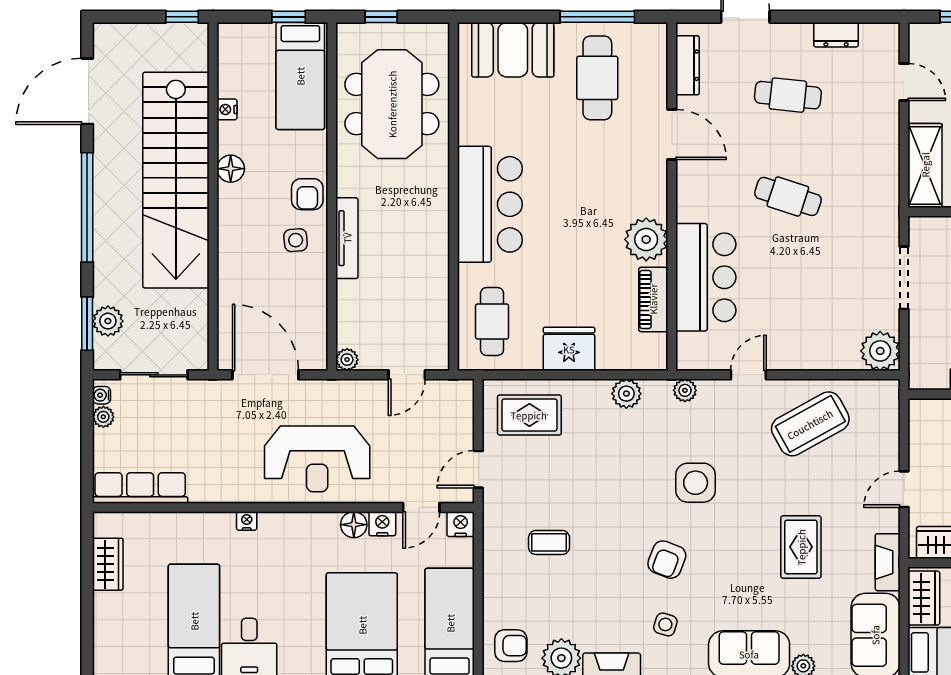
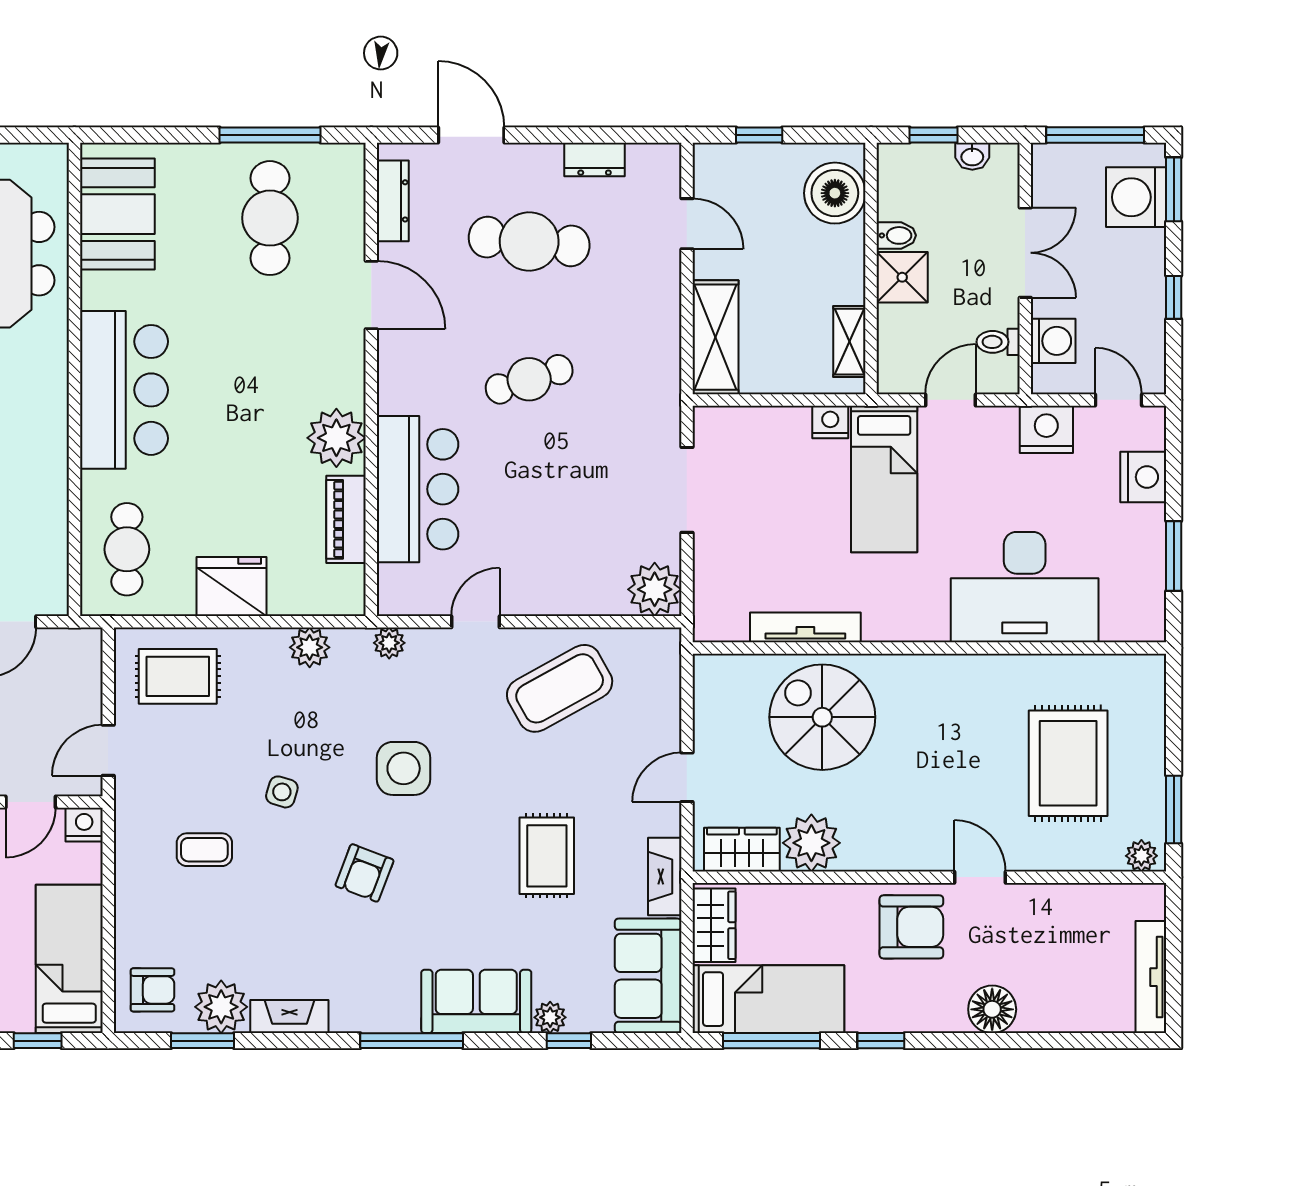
booth: (513, 50) -> (117, 214), moved, turned 90
cafe table: (788, 95) -> (529, 241), width x1.37, depth x1.35
cafe table: (788, 196) -> (529, 379), turned -36
side table: (665, 624) -> (282, 792), moved

